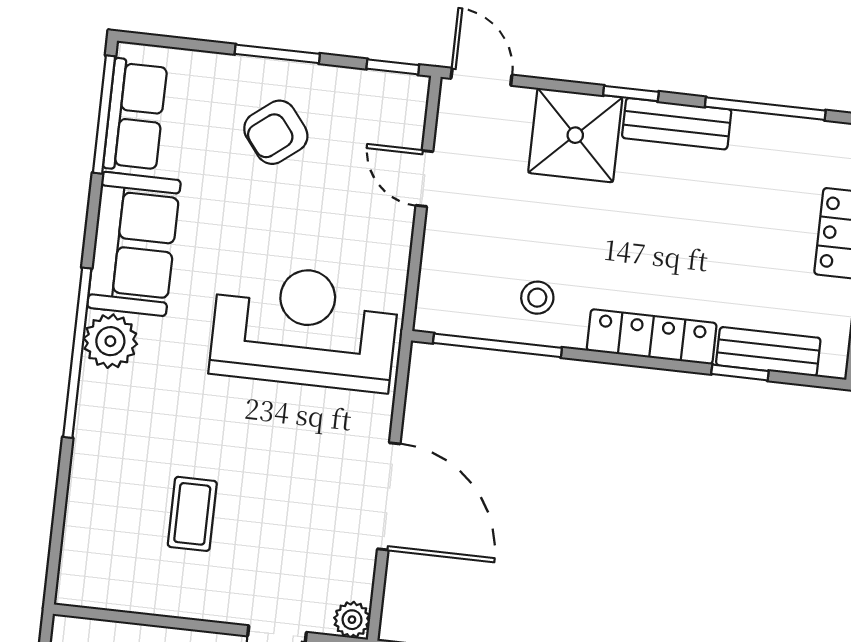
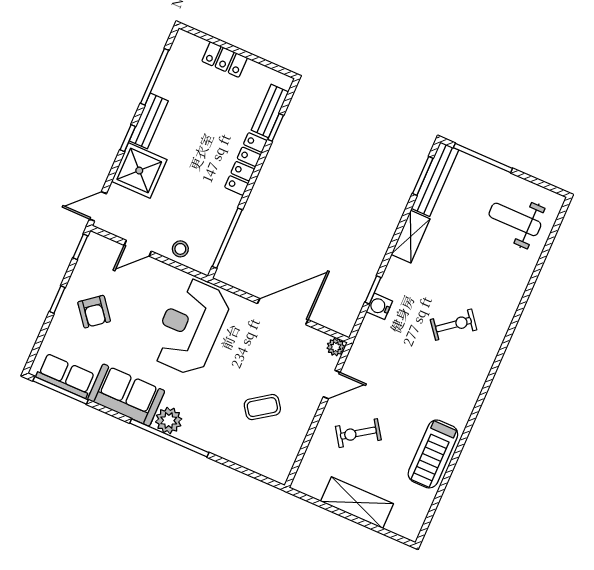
window: (277, 54) -> (57, 300), width x0.67
stool: (537, 298) -> (180, 249), moved
coffee table: (192, 514) -> (262, 407), turned -35

